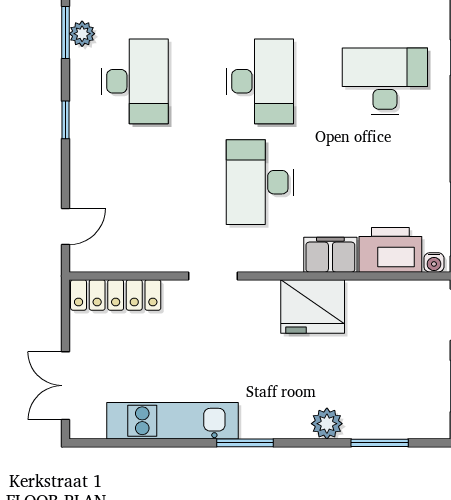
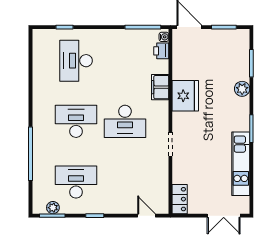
printer: (390, 250) -> (161, 51), width x0.53, depth x0.68
locker: (116, 295) -> (180, 199), width x0.66

